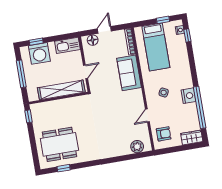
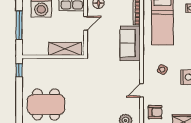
door: (85, 72) -> (86, 23), moved
shelving: (61, 90) -> (65, 49), width x0.68

